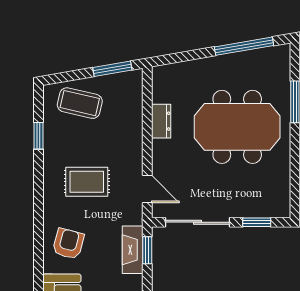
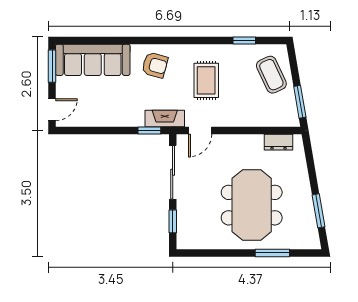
window: (244, 46) -> (319, 211), width x0.69
coffee table: (80, 103) -> (271, 75), turned -38
dresser: (161, 121) -> (279, 142), moved
fireplace: (133, 250) -> (165, 118), moved

